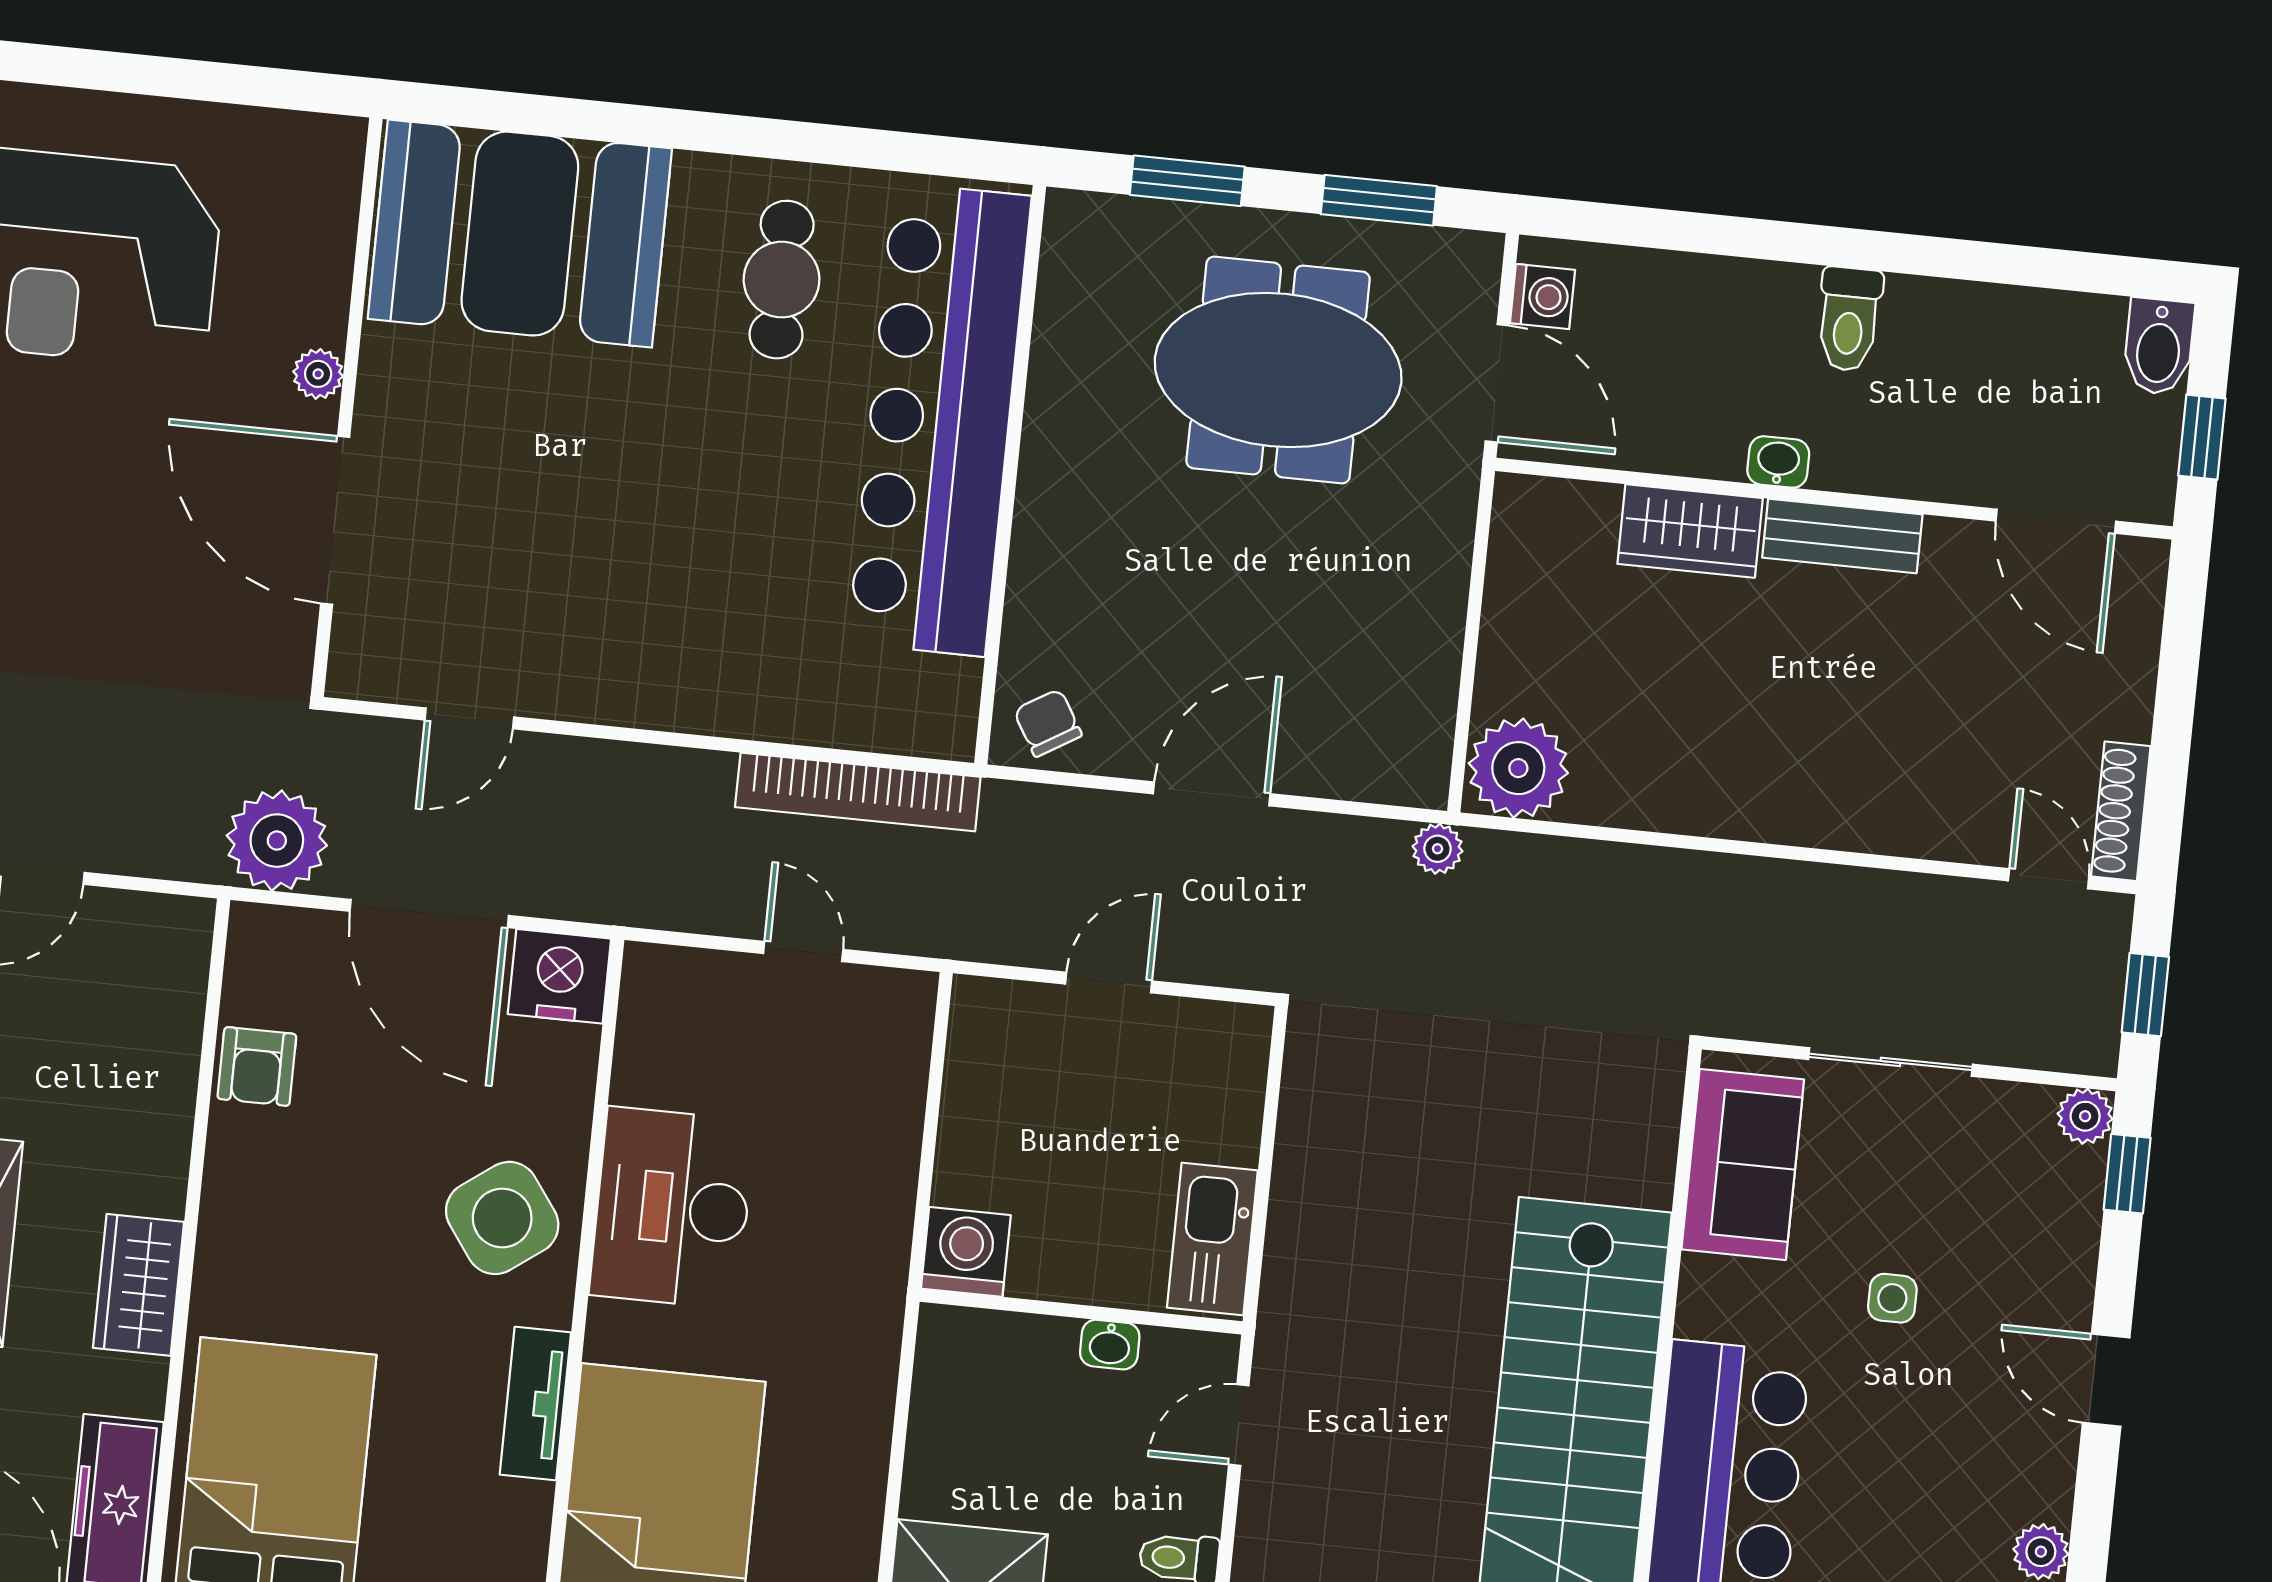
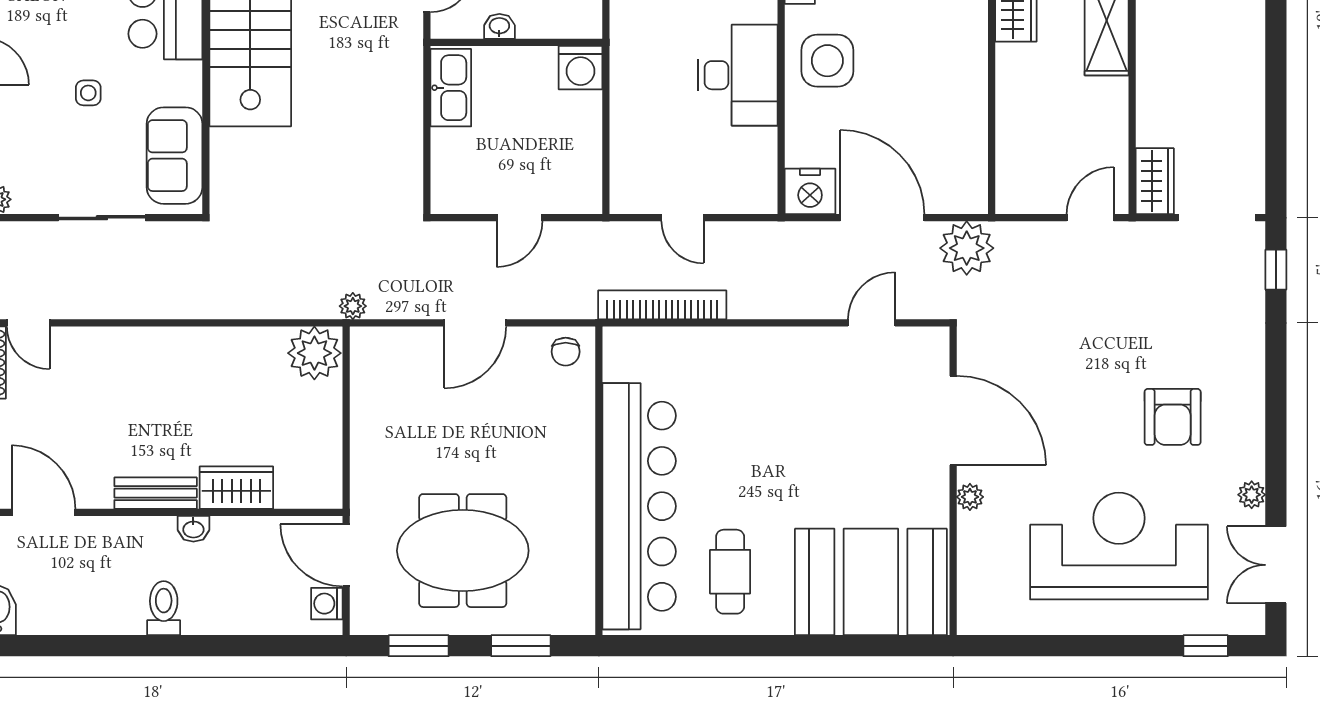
chair: (1048, 723) -> (566, 352), turned 31
armchair: (257, 1066) -> (965, 128), removed
side table: (502, 1218) -> (827, 61), turned 36

